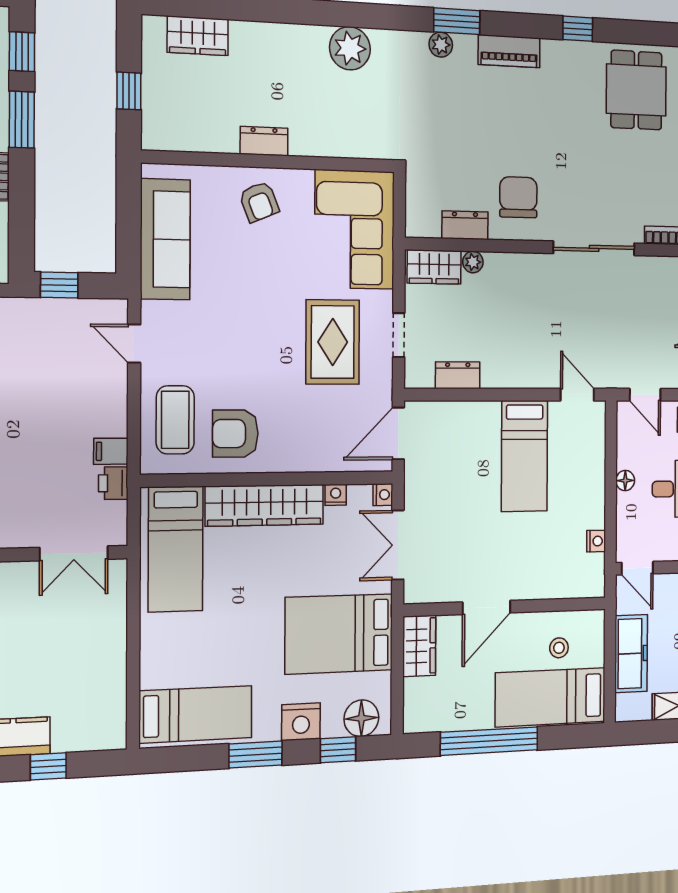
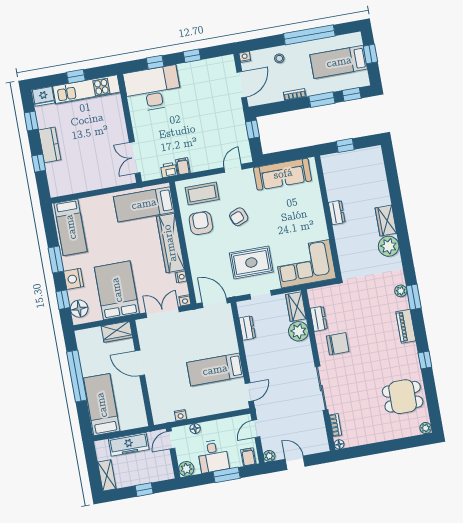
wardrobe: (198, 36) -> (386, 221), moved
armchair: (259, 202) -> (239, 217), moved
plant: (473, 262) -> (298, 331), width x1.88, depth x1.88
floor lamp: (625, 481) -> (195, 429), moved
stool: (559, 648) -> (126, 405), removed

